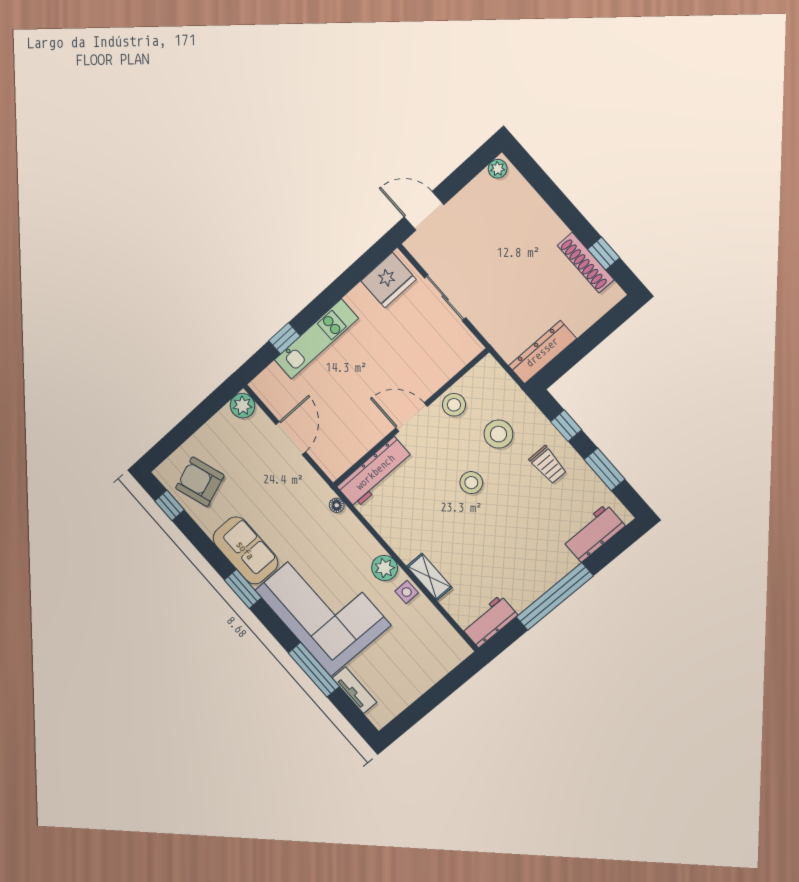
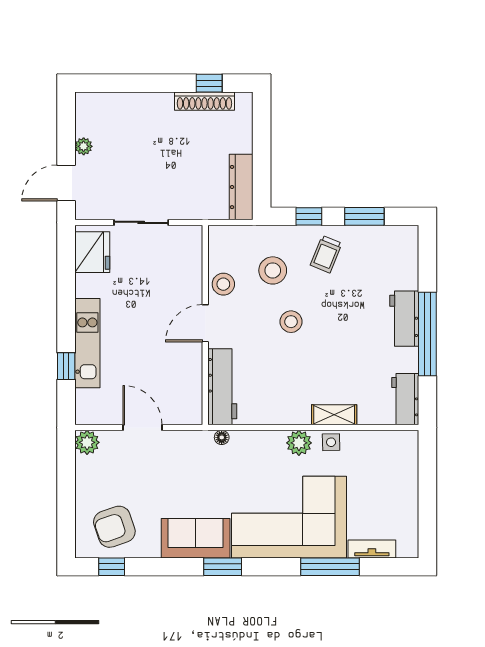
plant: (498, 169) -> (84, 146), moved
trolley: (548, 465) -> (326, 254), turned 112
workbench: (594, 533) -> (404, 319), moved

